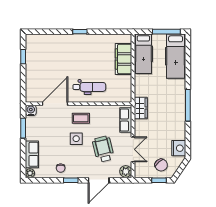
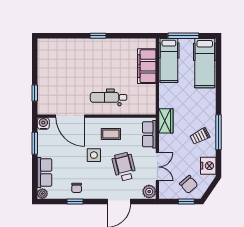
window: (166, 32) -> (183, 36), moved
window: (23, 57) -> (35, 93), moved
dental chair: (89, 87) -> (109, 97), turned 180
door: (55, 104) -> (70, 116), swing flipped
window: (188, 105) -> (218, 132), moved
coffee table: (81, 118) -> (111, 134), moved
trolley: (171, 122) -> (200, 136), added
window: (71, 180) -> (75, 201), moved

